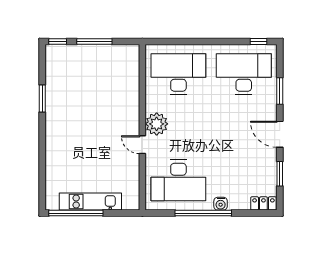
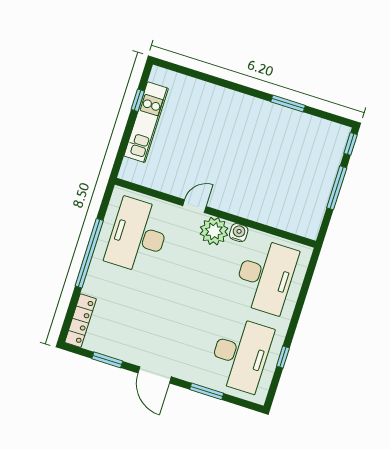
window: (258, 41) -> (283, 357), moved
door: (280, 134) -> (155, 375), swing flipped
locker: (263, 203) -> (81, 321), width x1.53
water cooler: (221, 204) -> (239, 233), moved, turned 90
window: (76, 213) -> (138, 100), width x0.32

